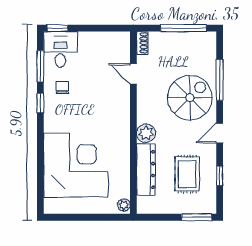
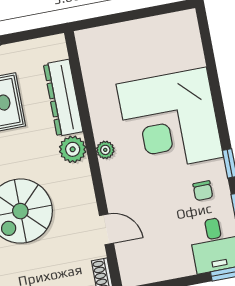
corner desk: (76, 165) -> (170, 121), moved
plant: (124, 205) -> (105, 150), moved

